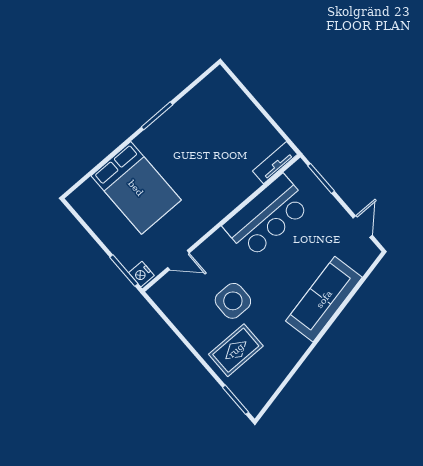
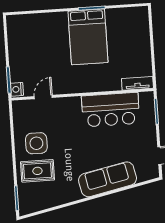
bed: (136, 188) -> (88, 37), moved
door: (178, 260) -> (43, 97), swing flipped
side table: (233, 301) -> (36, 143), moved

